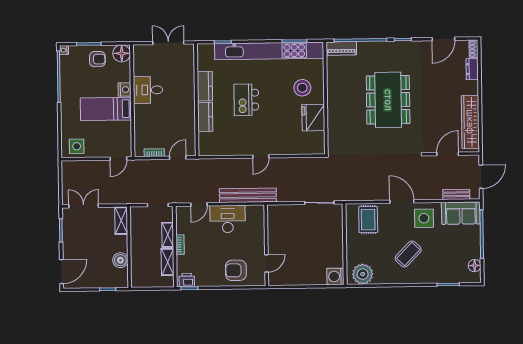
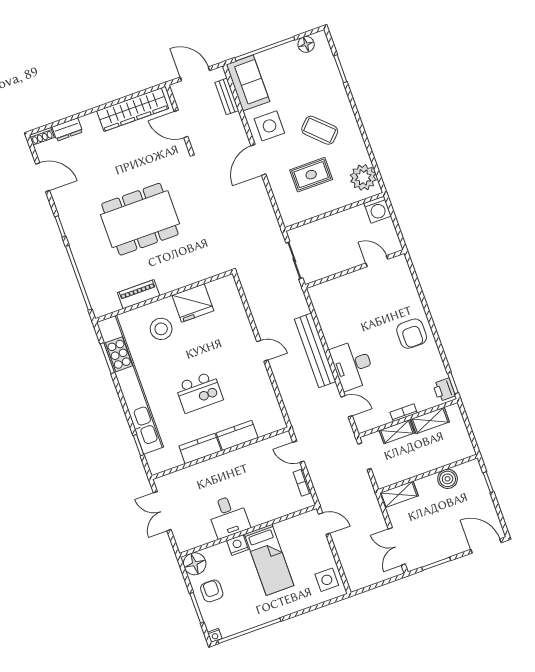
piano: (341, 48) -> (139, 294), moved, turned -90
rug: (368, 220) -> (311, 175), moved
wall: (266, 245) -> (355, 269), moved
door: (267, 263) -> (377, 261), moved

